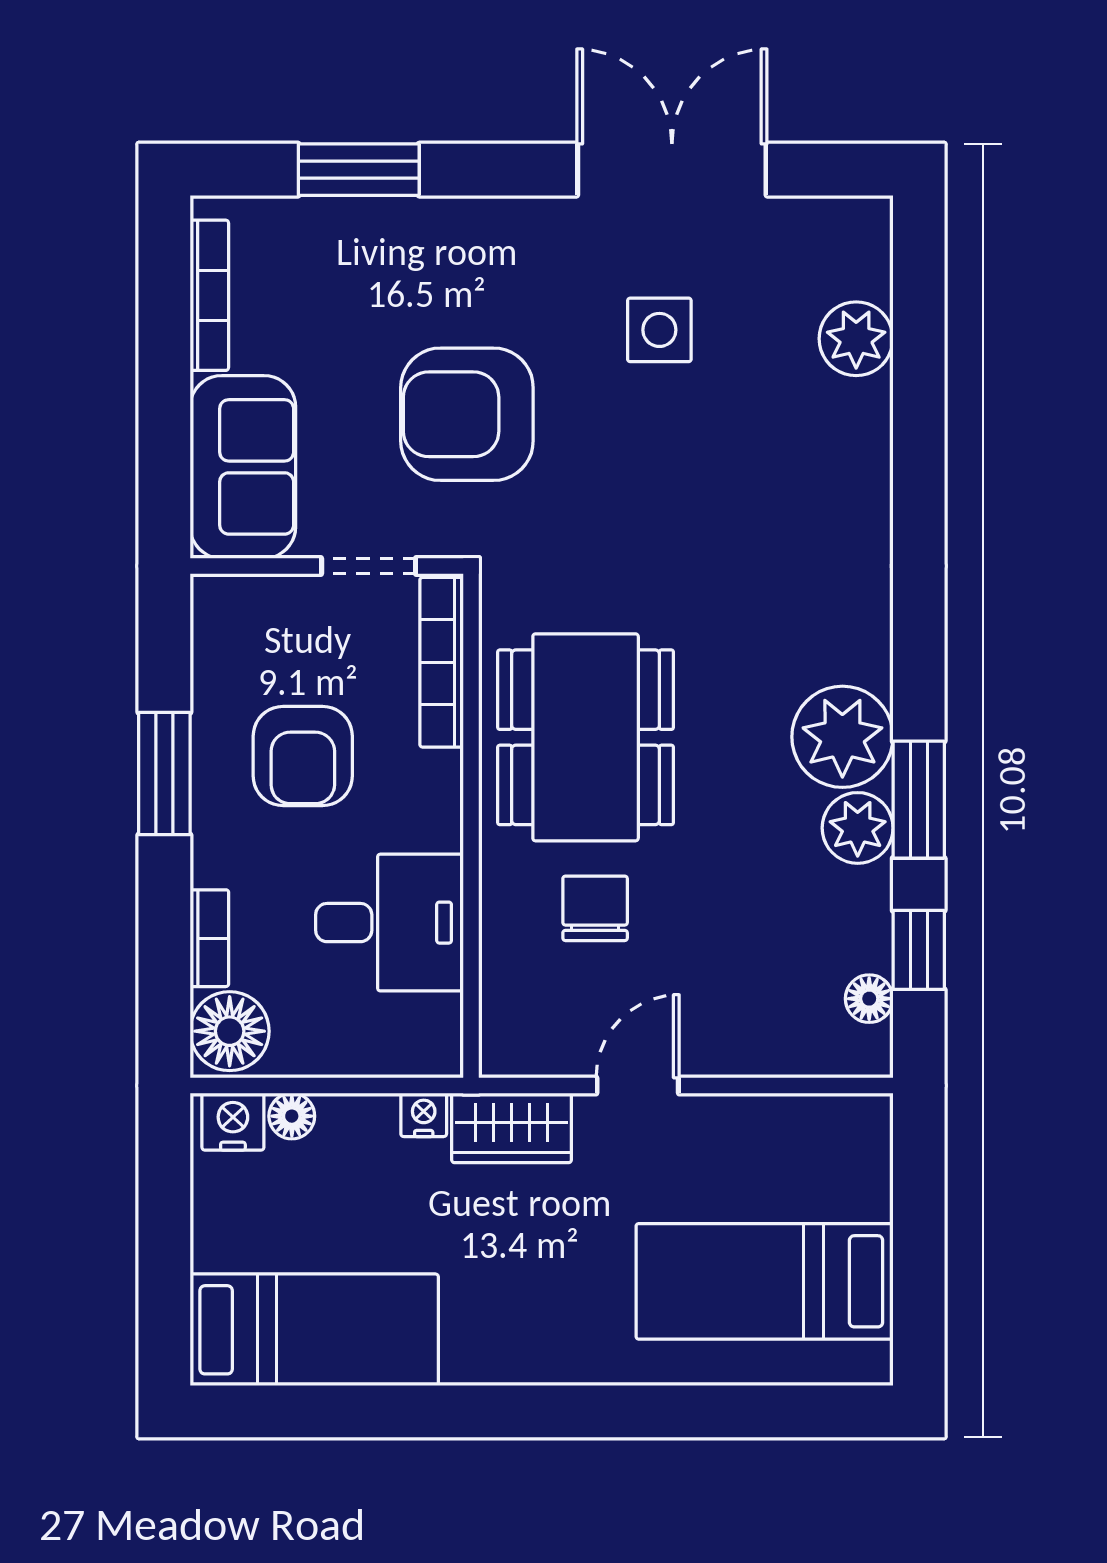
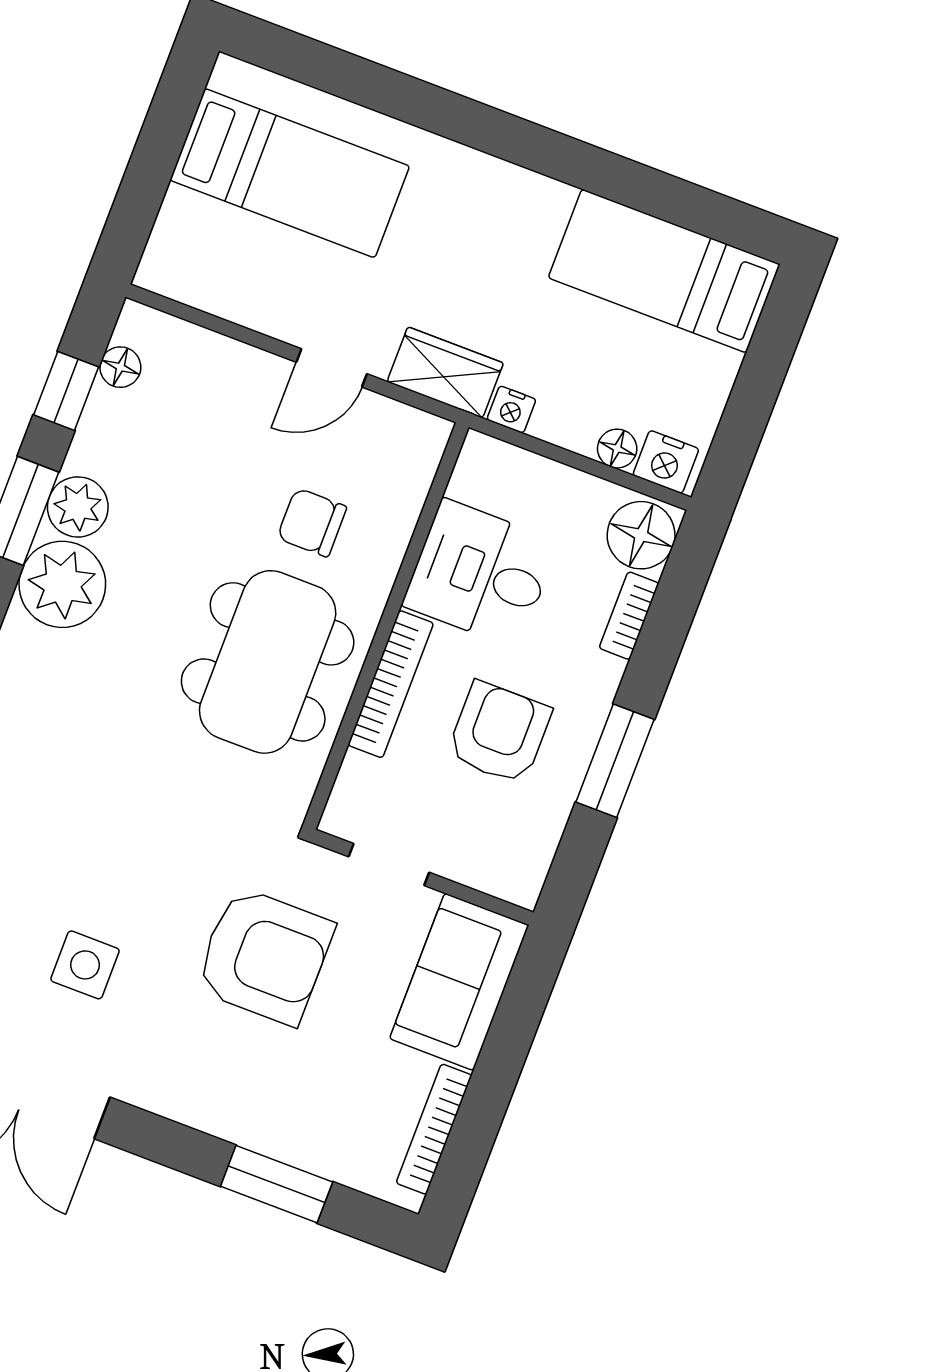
bookcase: (442, 662) -> (391, 684), moved
chair: (595, 908) -> (312, 522), turned 90

